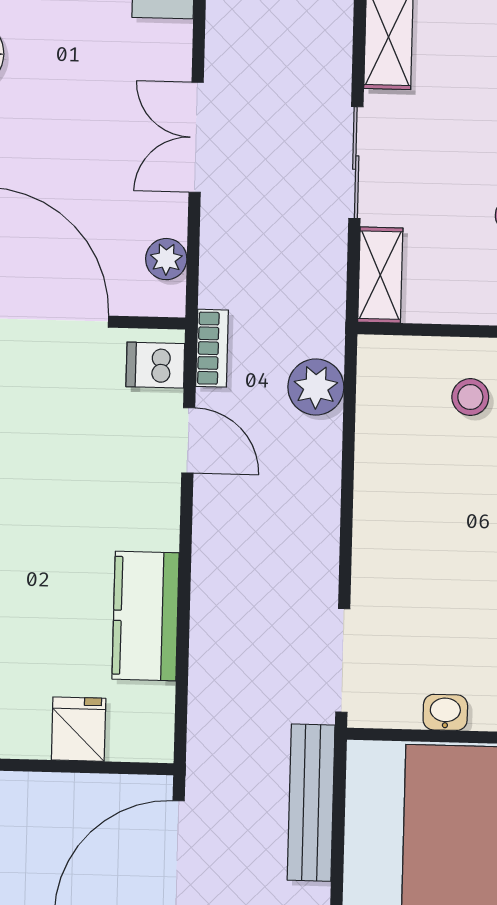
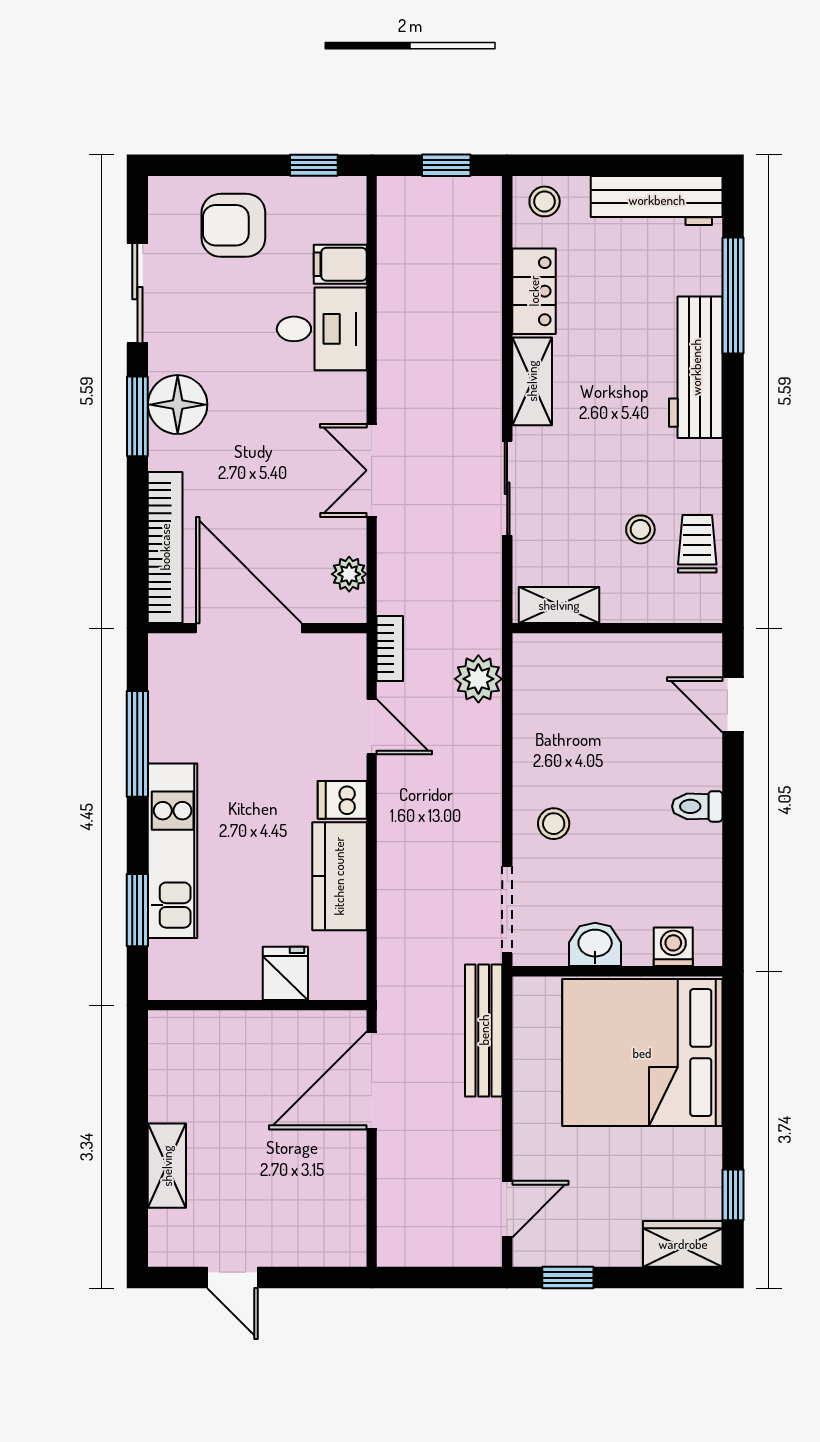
shelving: (380, 275) -> (559, 605), moved, turned 90
dishwasher: (155, 365) -> (342, 800), moved
stool: (470, 397) -> (554, 824), moved
washbasin: (445, 712) -> (595, 944), width x1.38, depth x1.45

